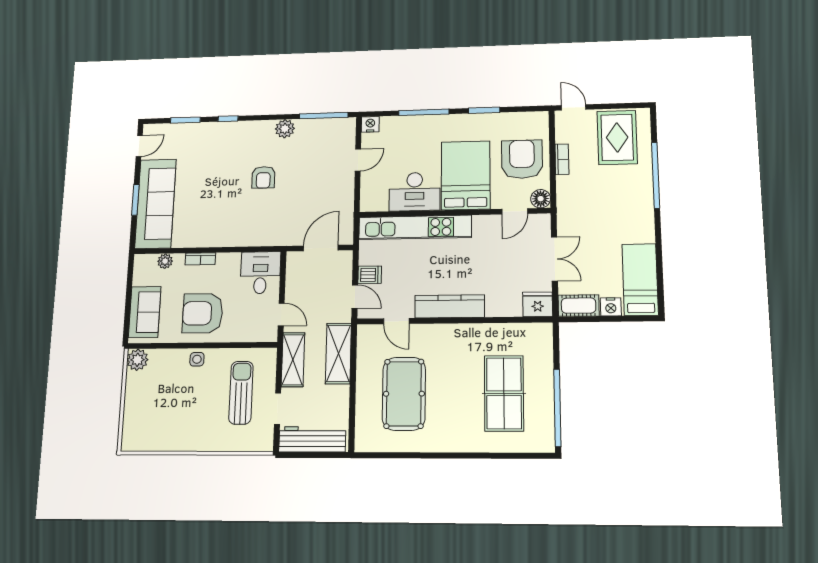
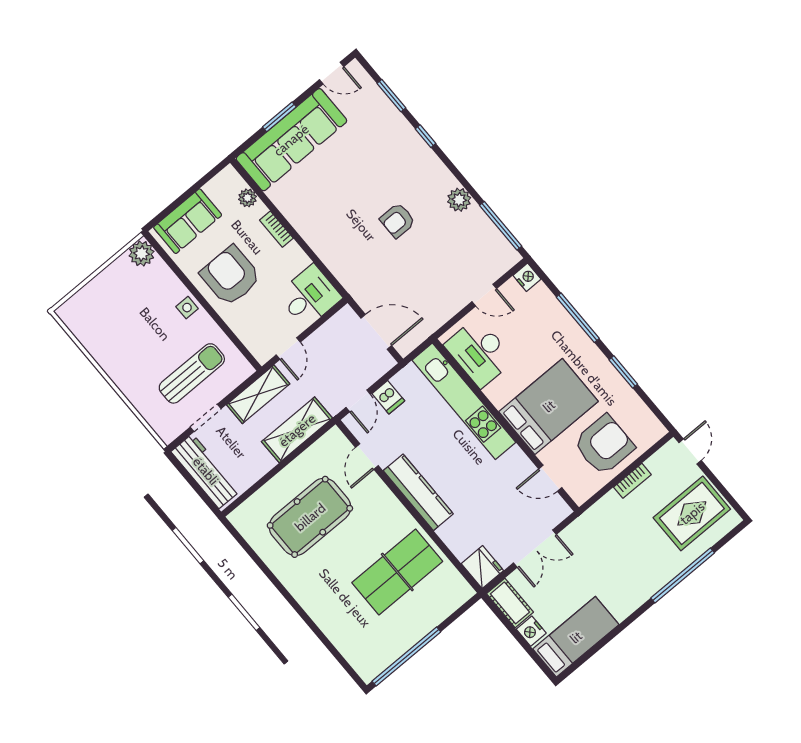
desk: (415, 192) -> (479, 352), moved
floor lamp: (541, 199) -> (580, 492), removed
table tennis table: (504, 393) -> (397, 572), moved

